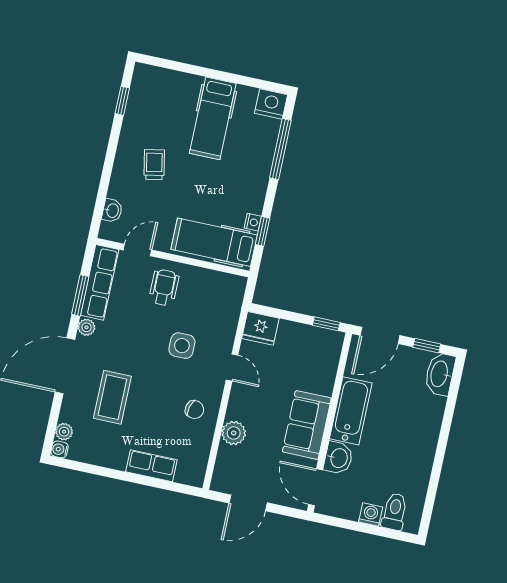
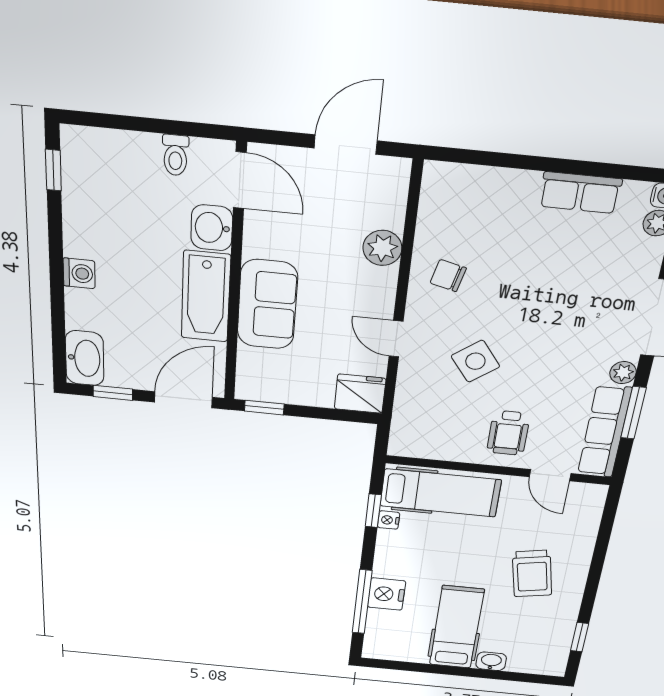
nightstand: (271, 104) -> (387, 594), moved, turned 90
trolley: (154, 165) -> (532, 574), width x1.36, depth x1.39
washbasin: (112, 211) -> (491, 661), moved, turned 90
door: (137, 250) -> (550, 475), hinge flipped
side table: (182, 346) -> (475, 361), turned -37
coffee table: (112, 397) -> (580, 281), removed
sofa: (307, 425) -> (267, 305), moved
row of seats: (151, 466) -> (580, 193), moved
window: (429, 506) -> (53, 170), added
toilet: (394, 512) -> (175, 155), moved, width x0.73, depth x0.72
washing machine: (371, 514) -> (79, 273), moved, turned -90

